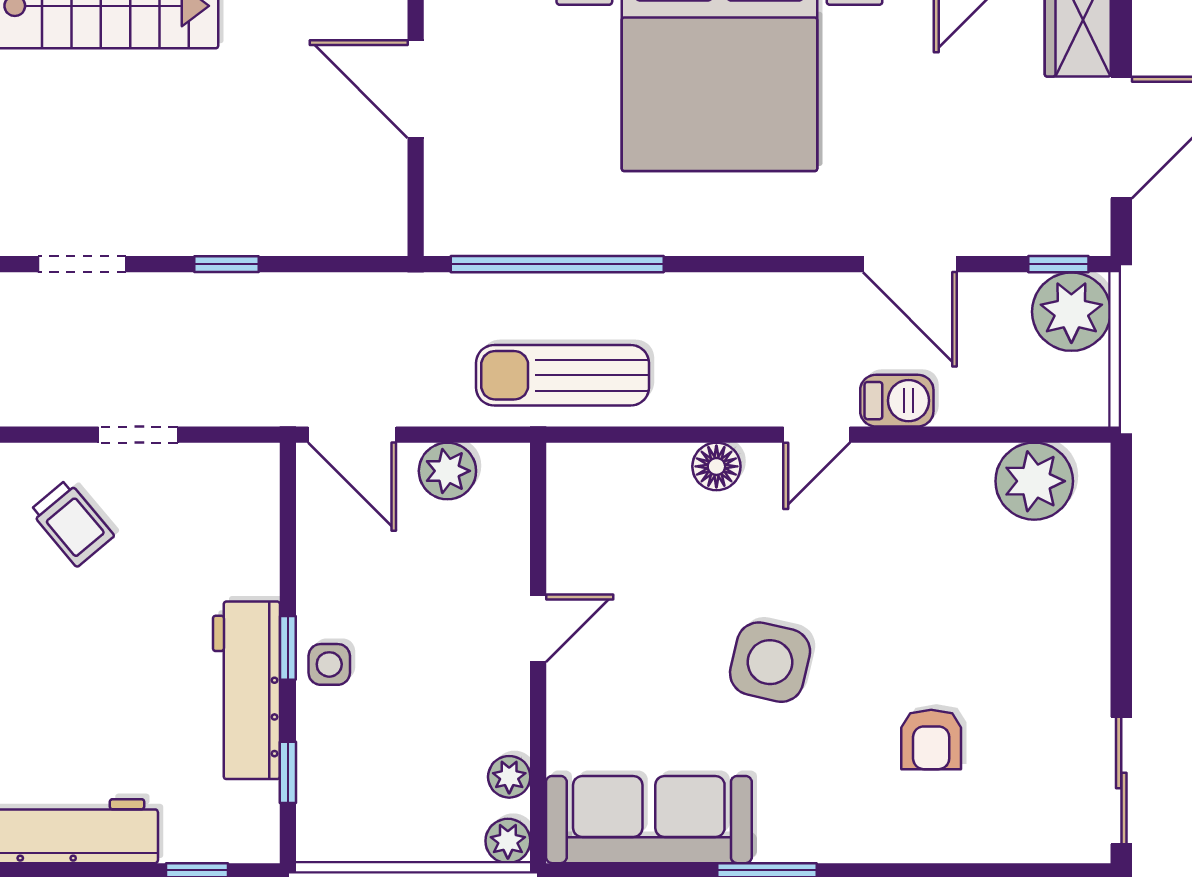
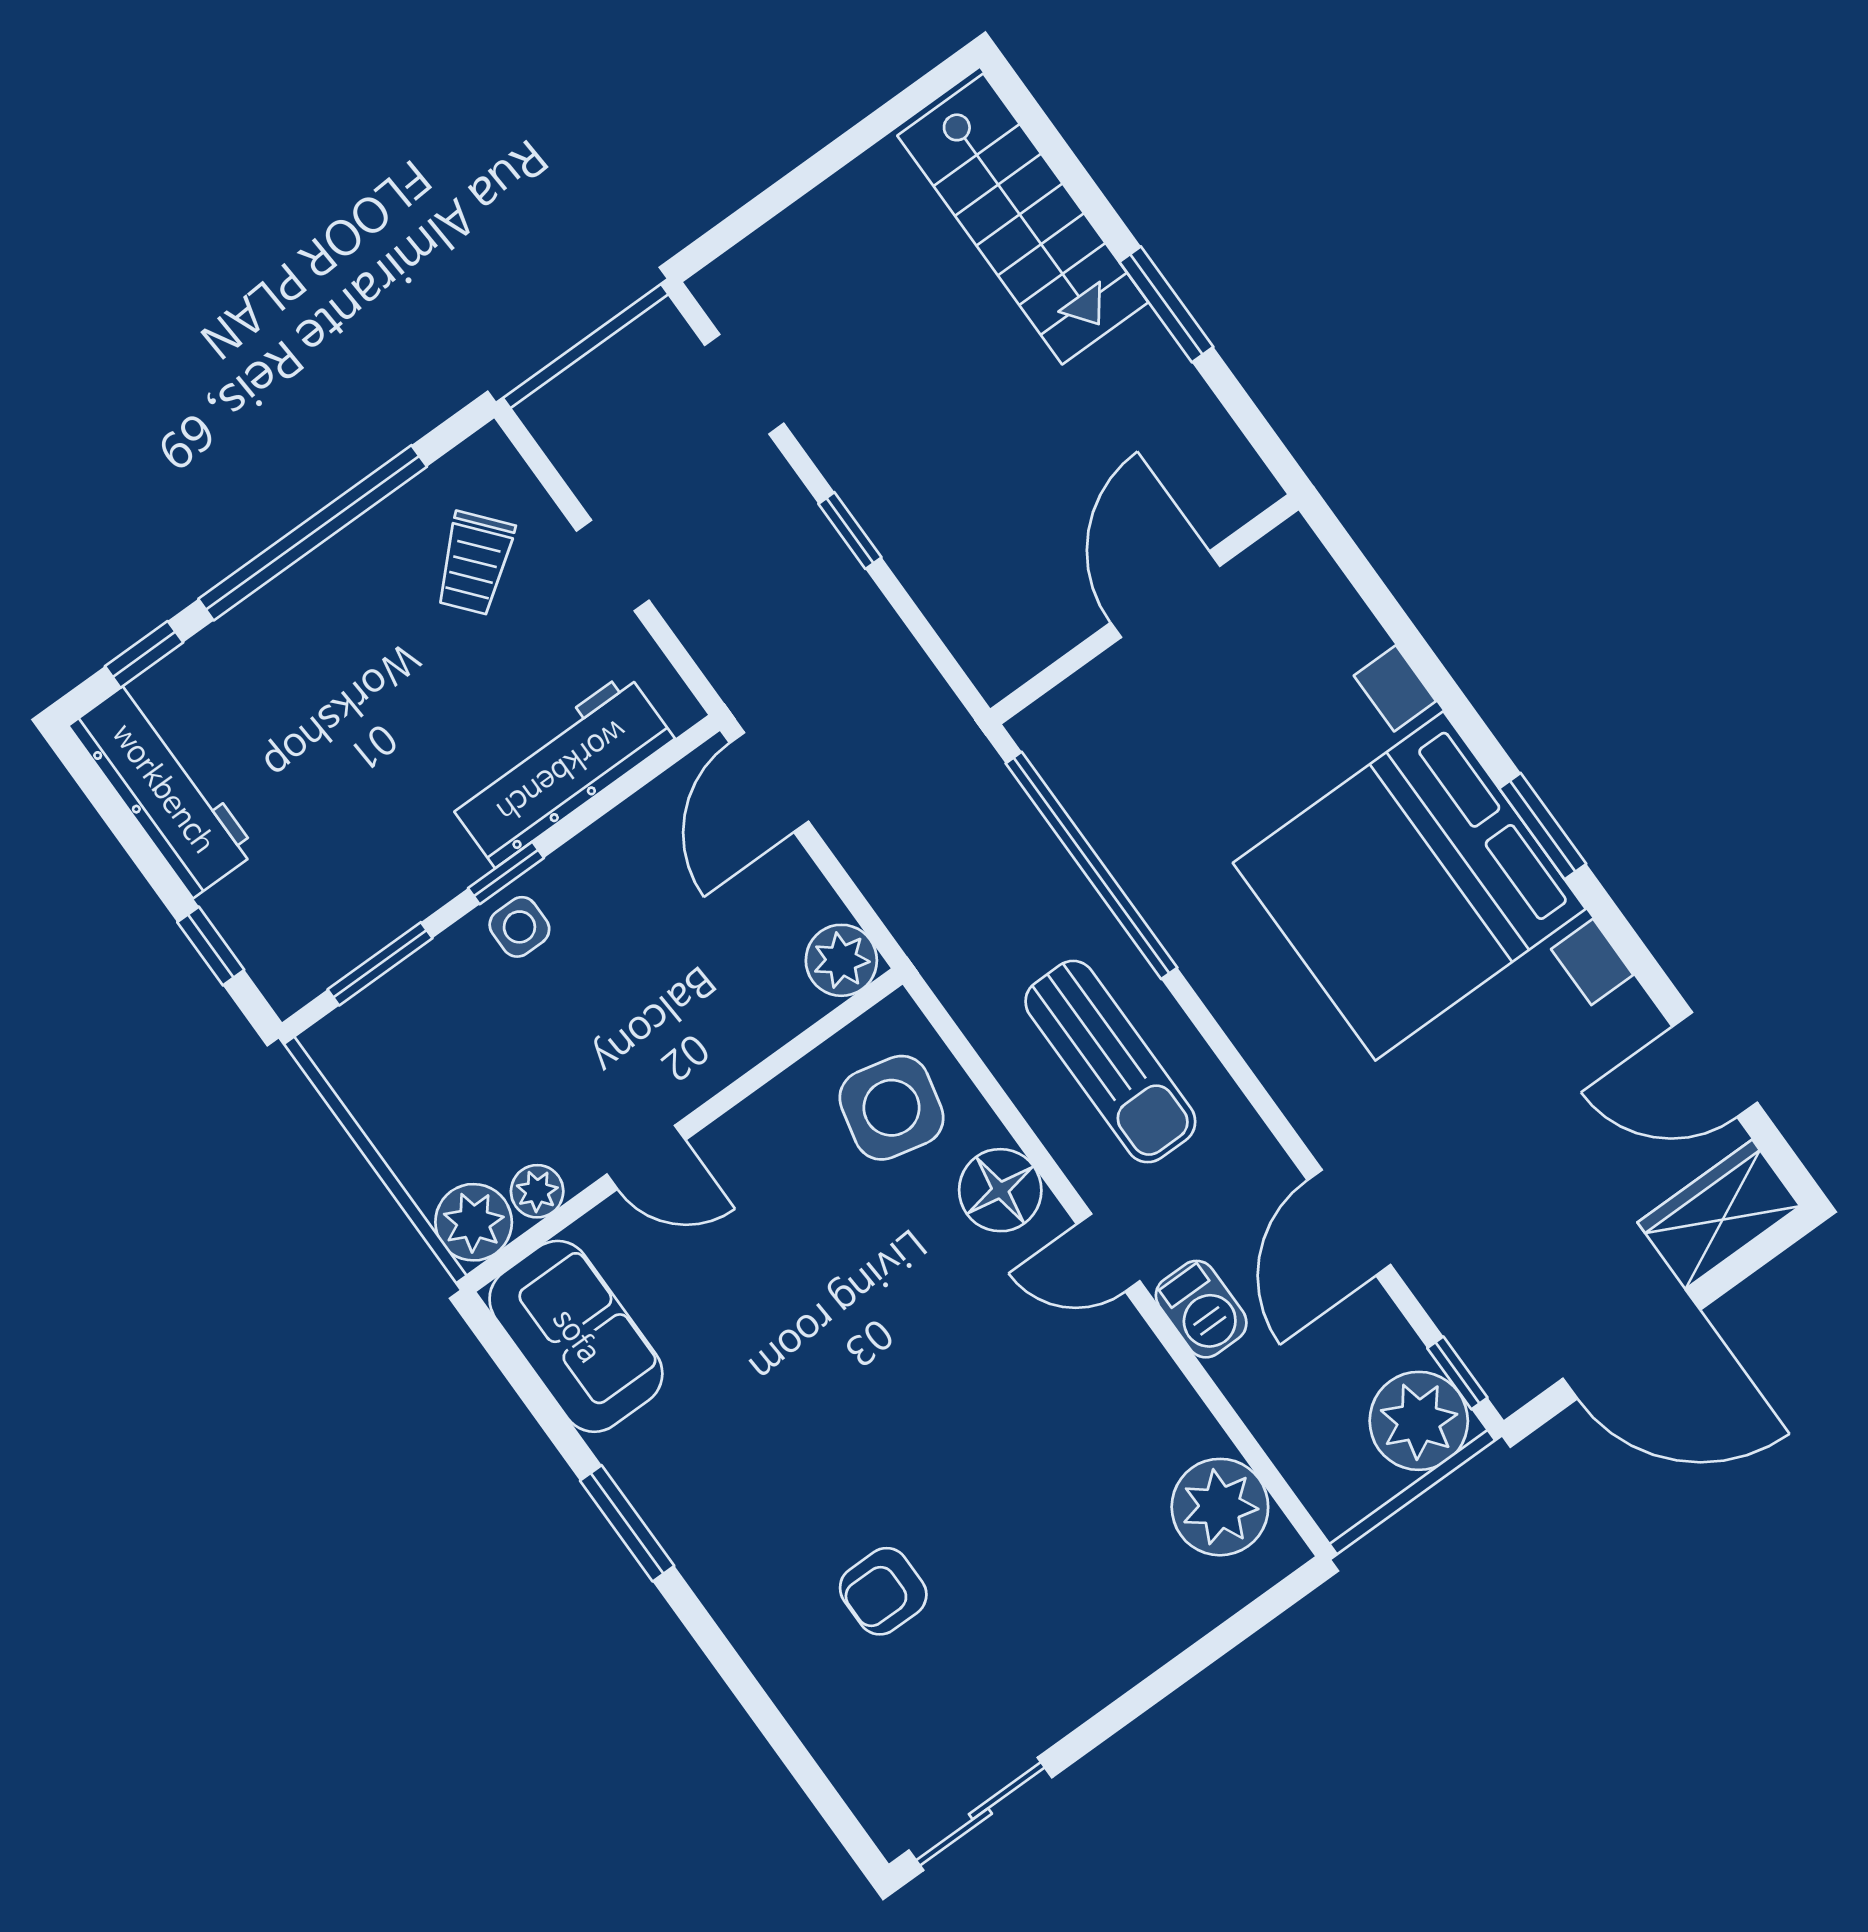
sun lounger: (562, 375) -> (1110, 1062), moved, turned 180
floor lamp: (716, 466) -> (1000, 1190), width x1.38, depth x1.38
plant: (447, 471) -> (841, 960), moved
door: (538, 628) -> (646, 1157), moved
side table: (770, 662) -> (892, 1108), moved
workbench: (246, 690) -> (561, 770), moved
window: (288, 772) -> (380, 964), width x1.50
sofa: (649, 820) -> (576, 1336), width x0.73
plant: (508, 841) -> (474, 1222), width x1.38, depth x1.38

